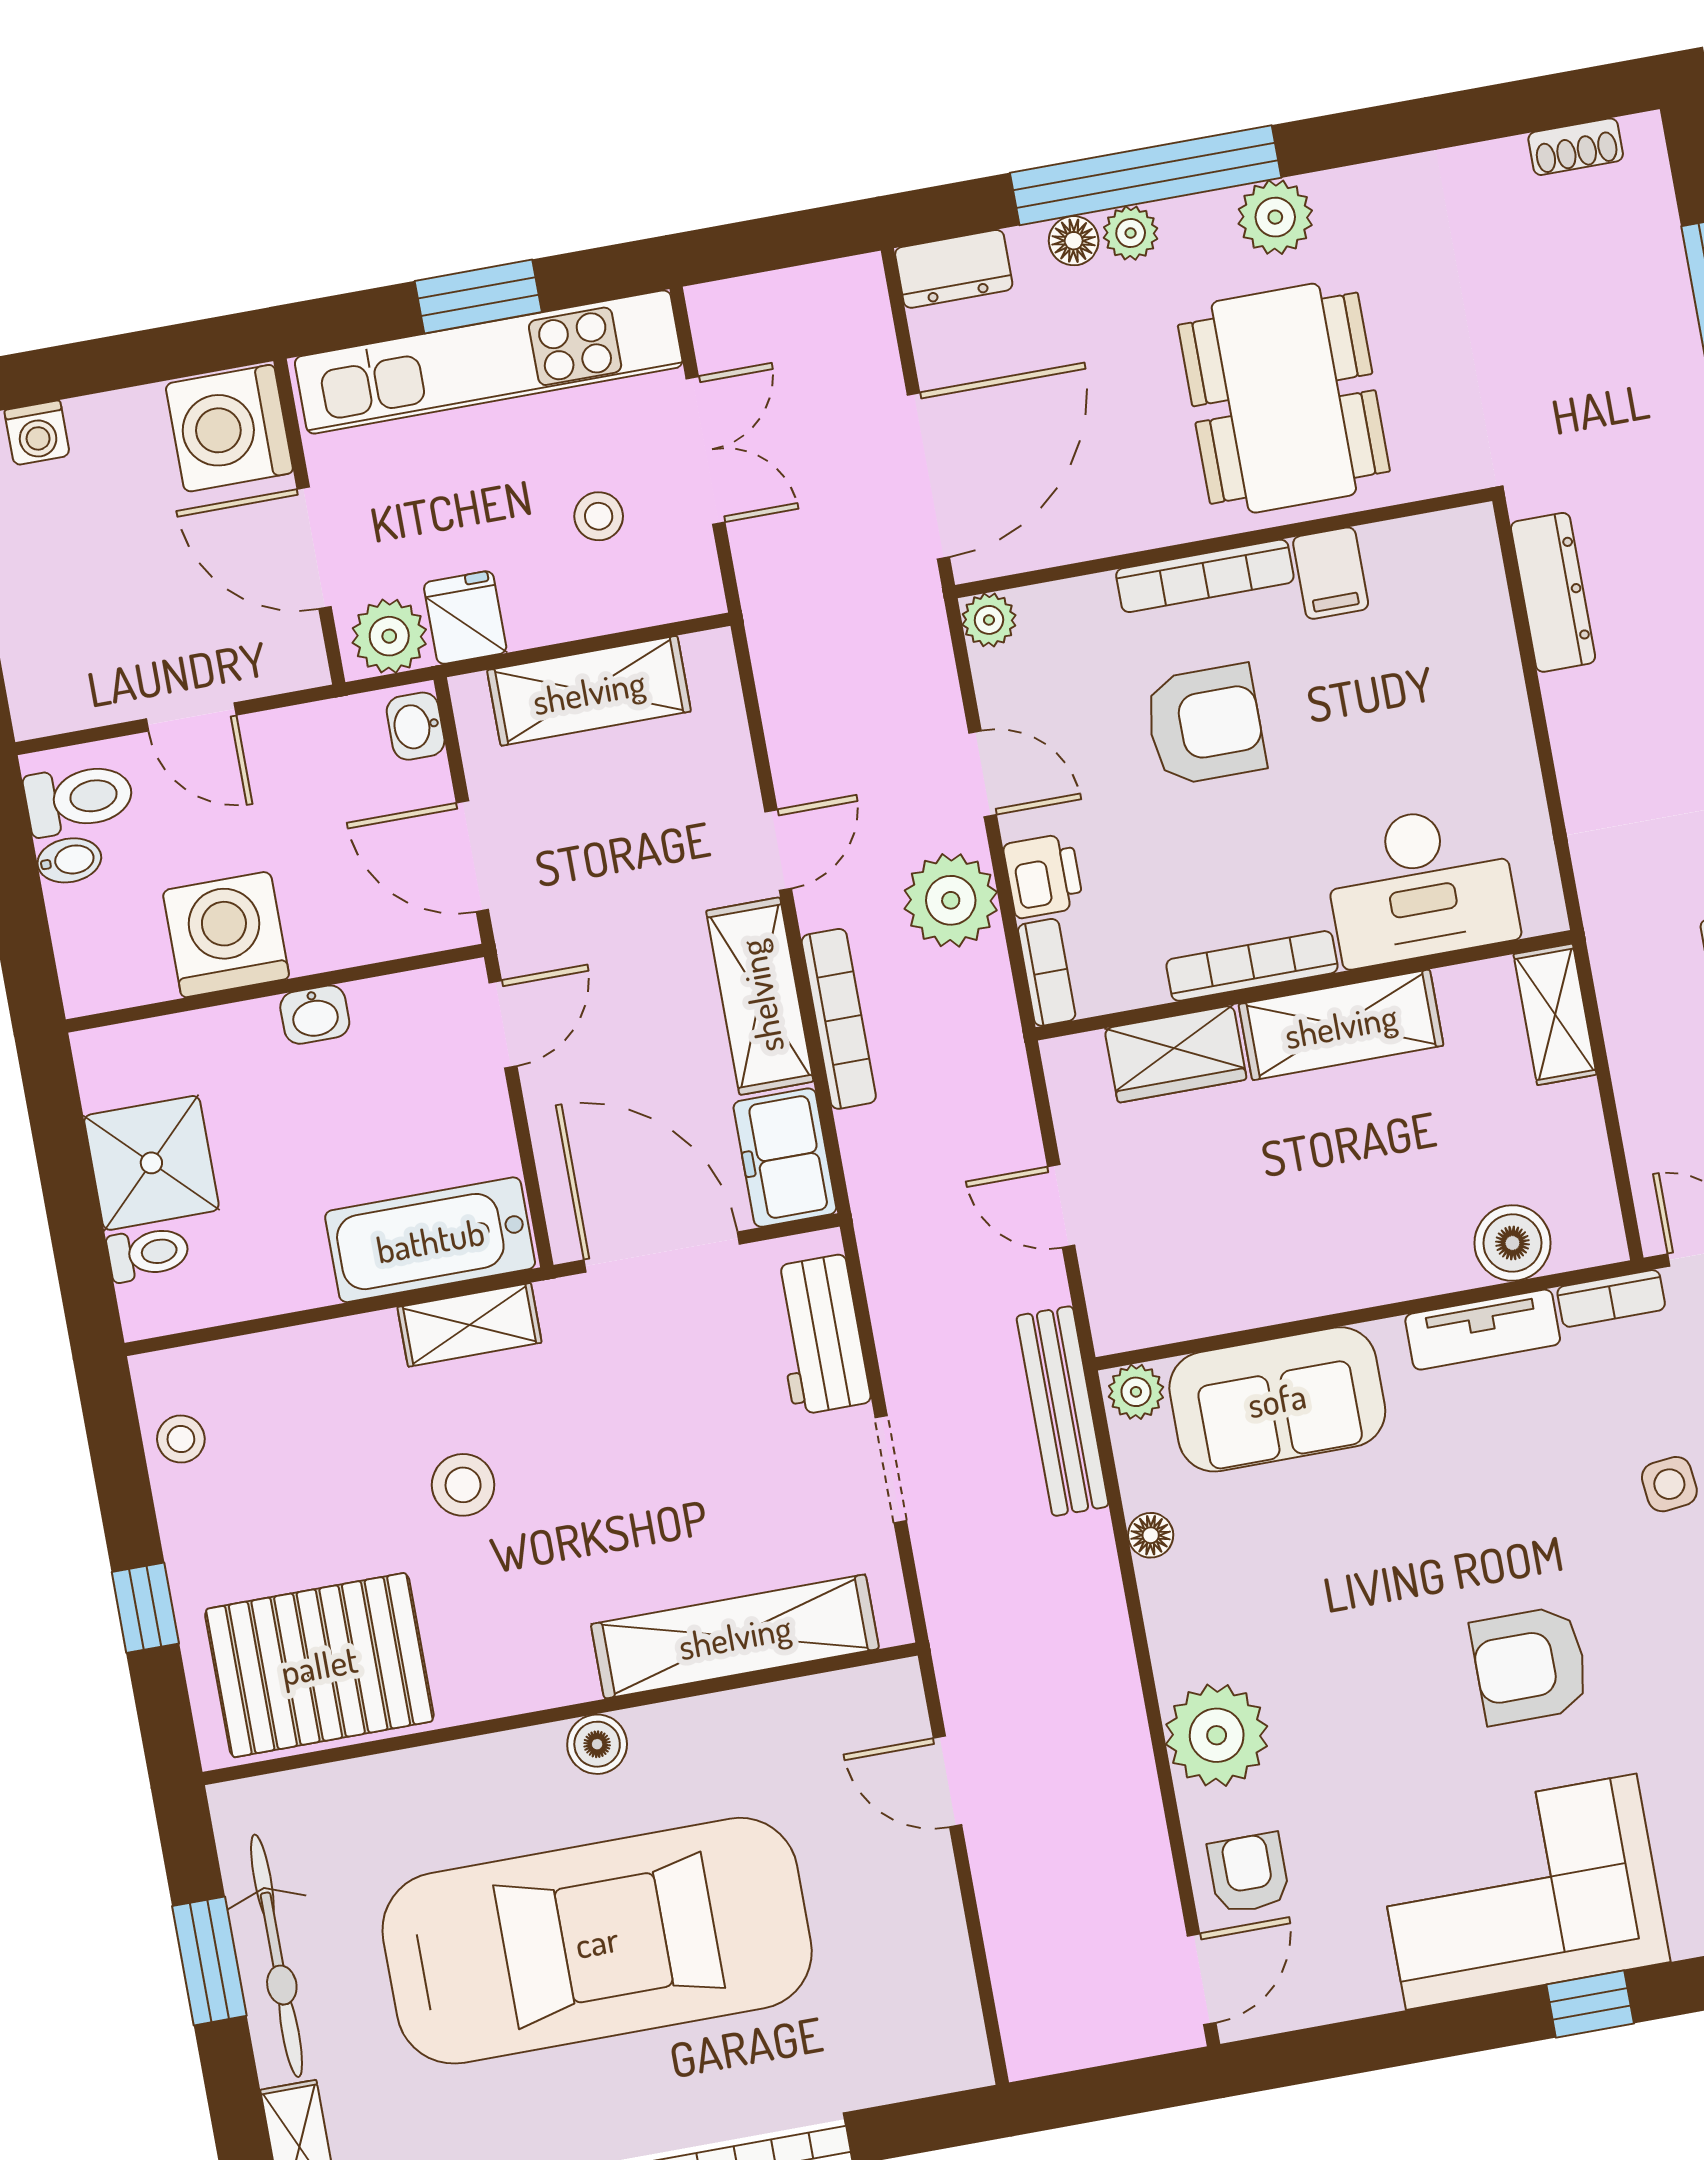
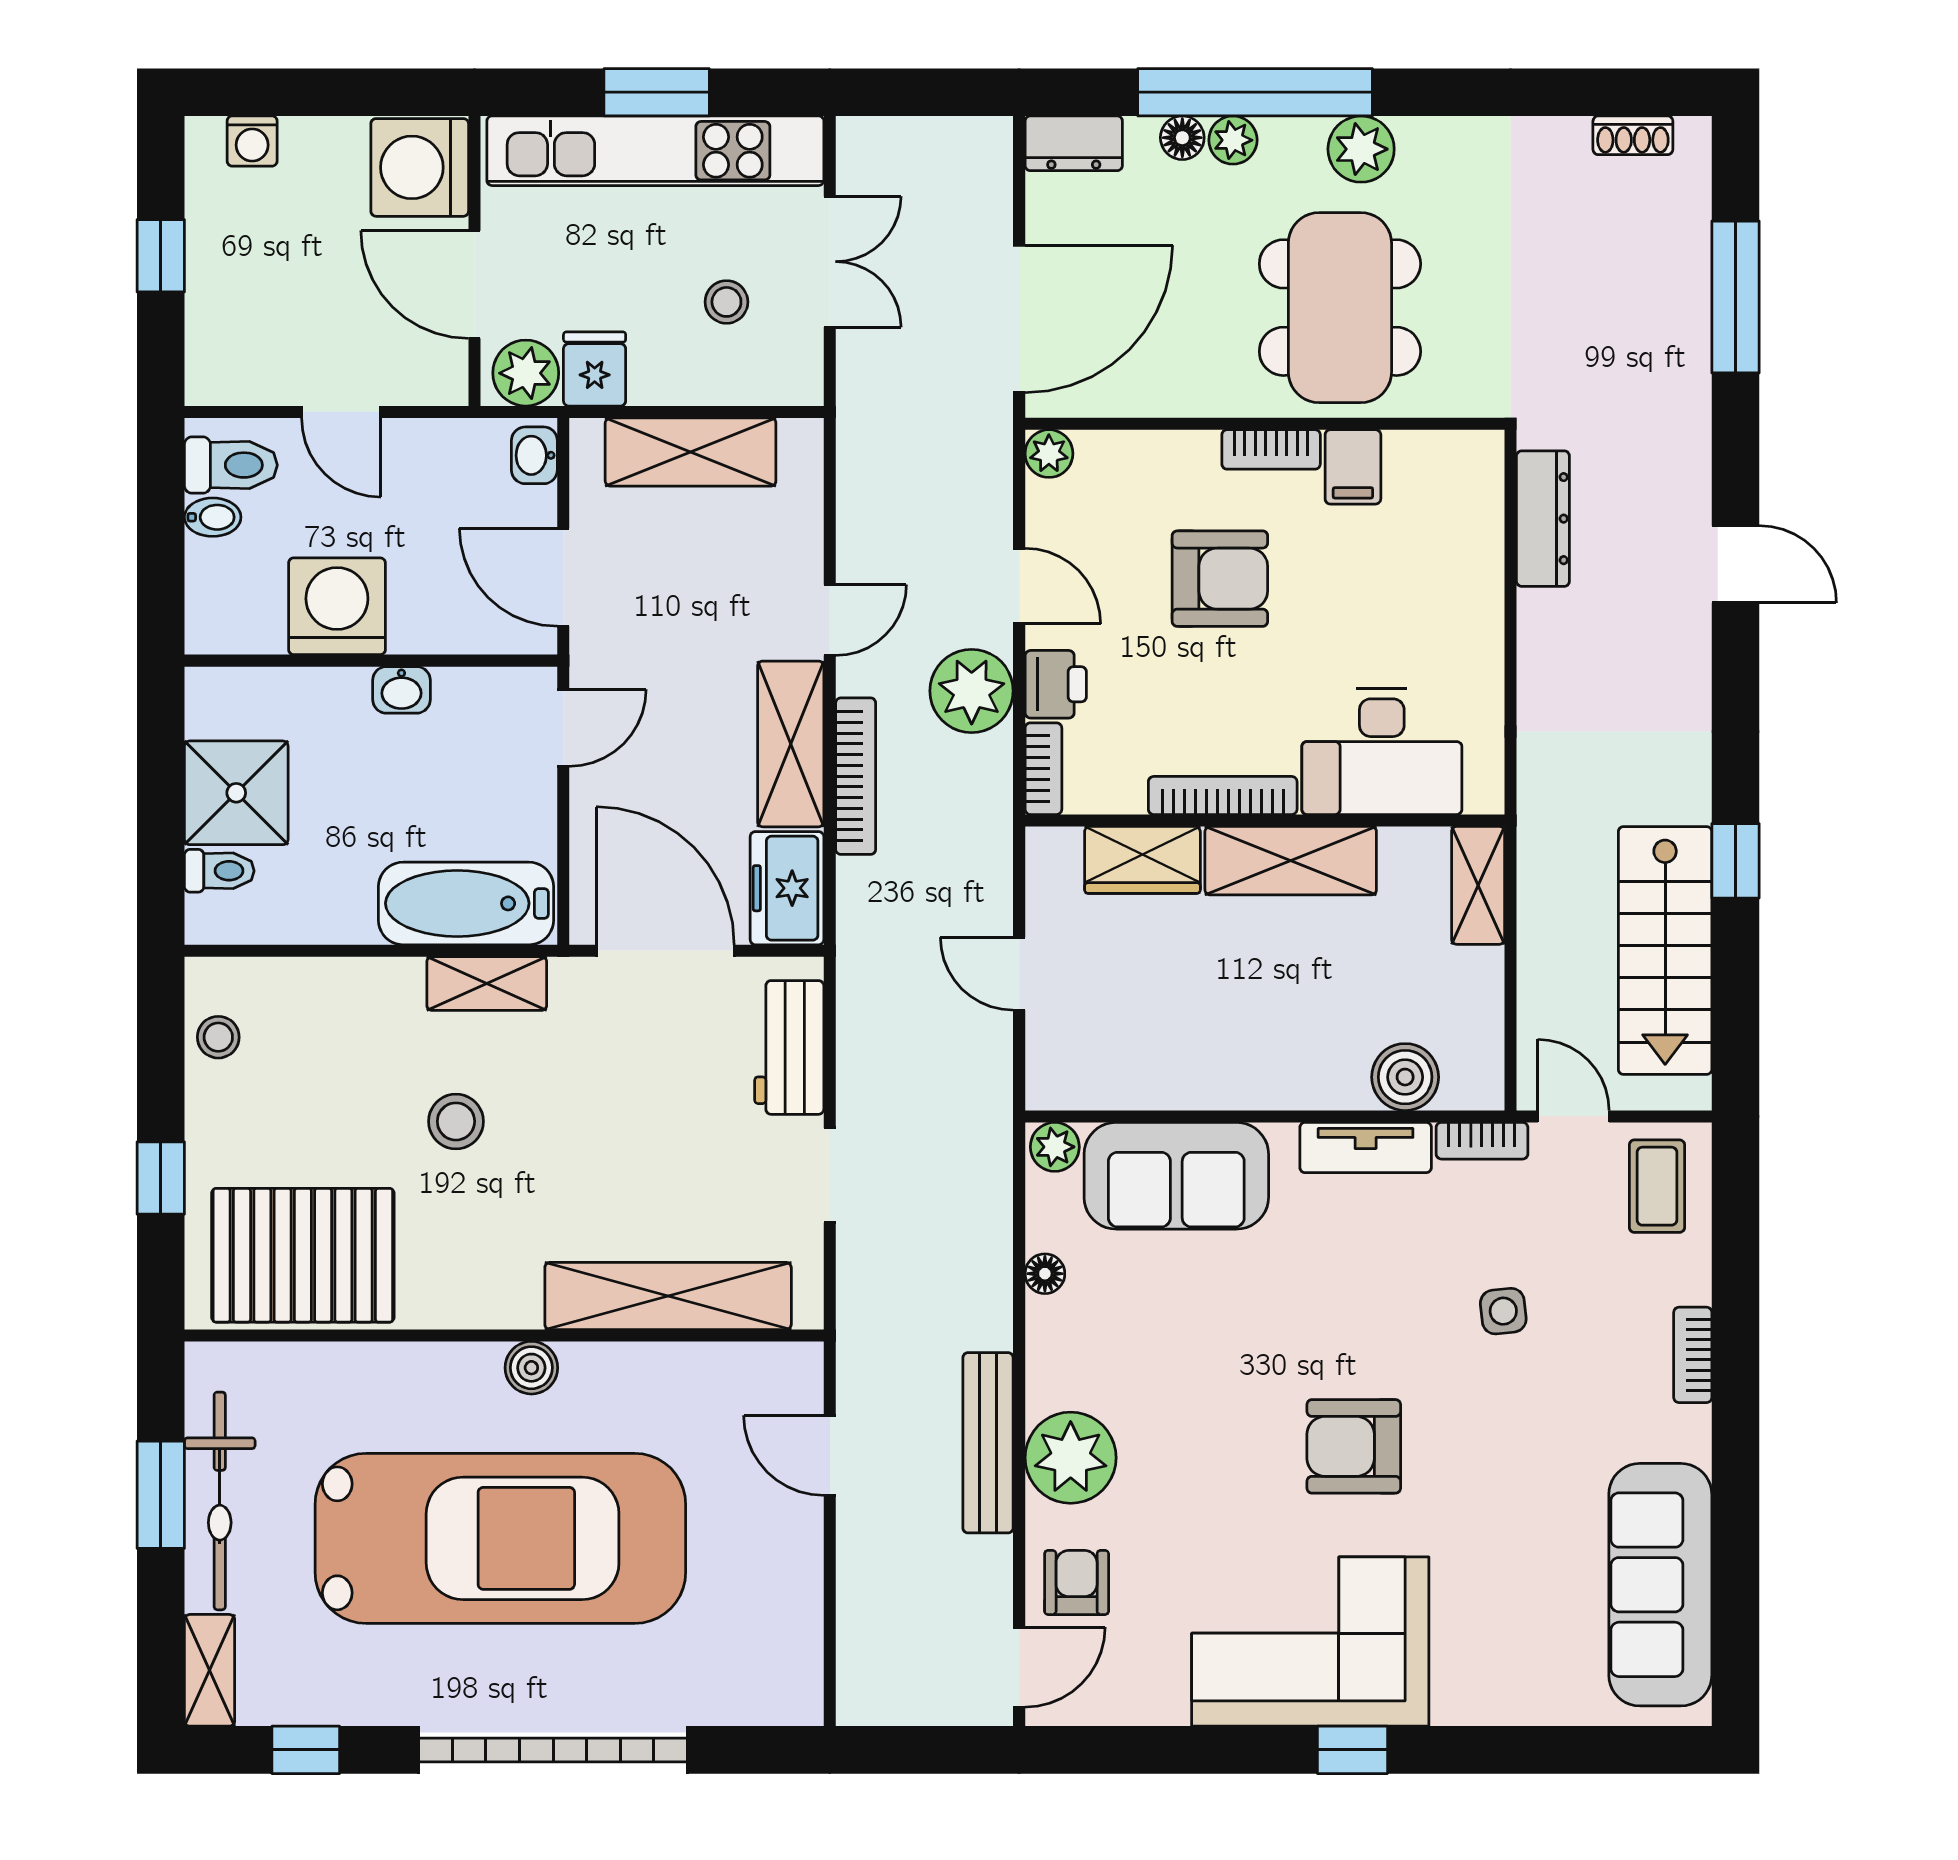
bookcase: (1205, 576) -> (1271, 449), width x0.64
bench: (1063, 1411) -> (988, 1443), moved

